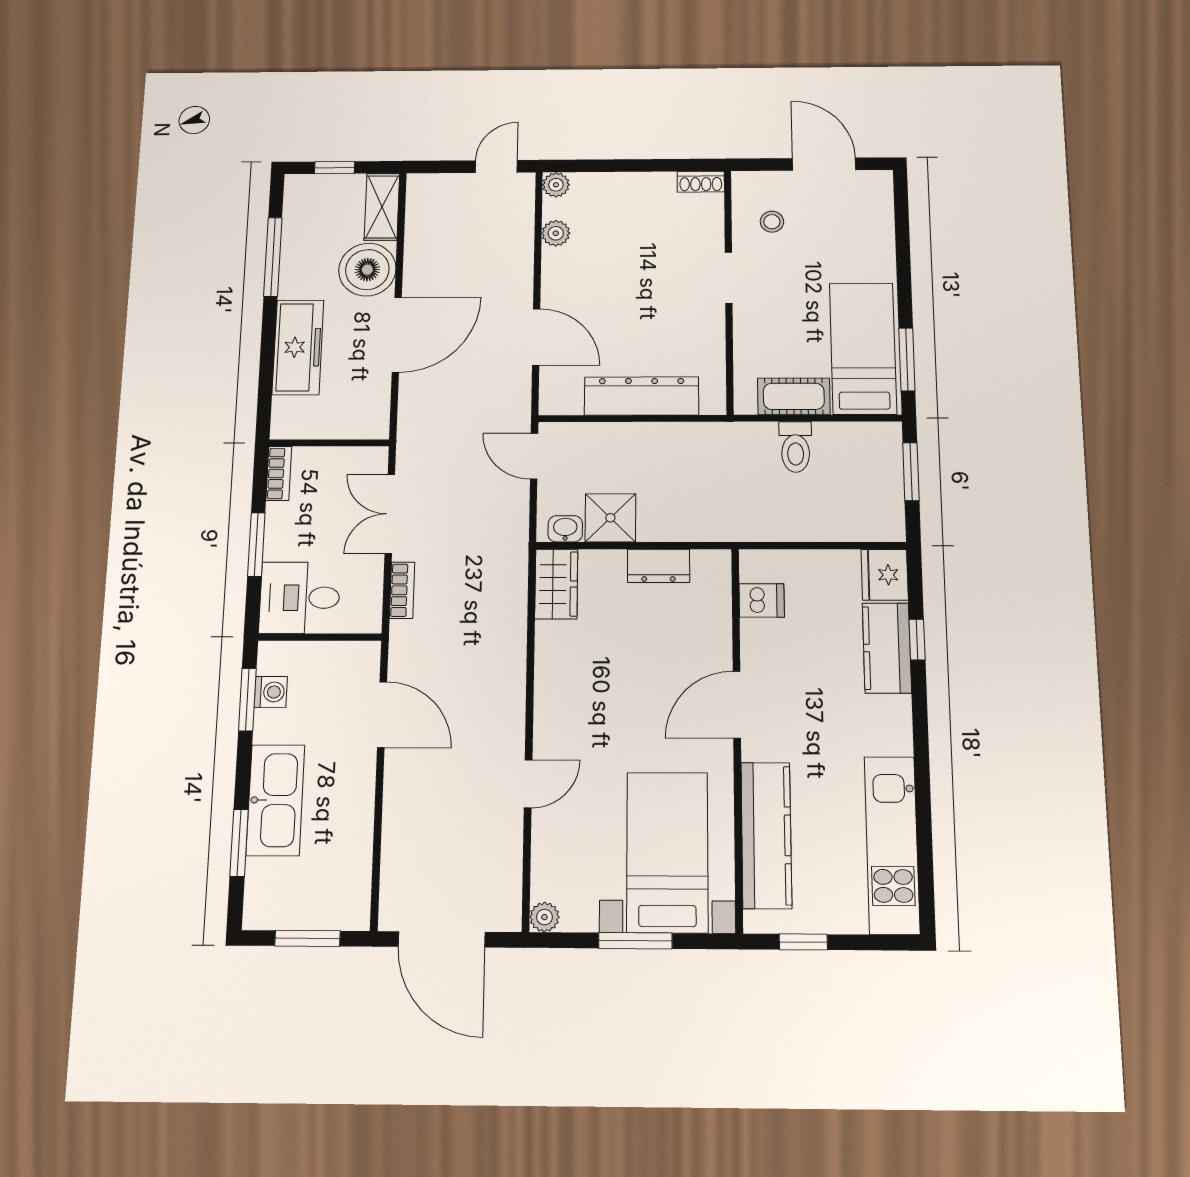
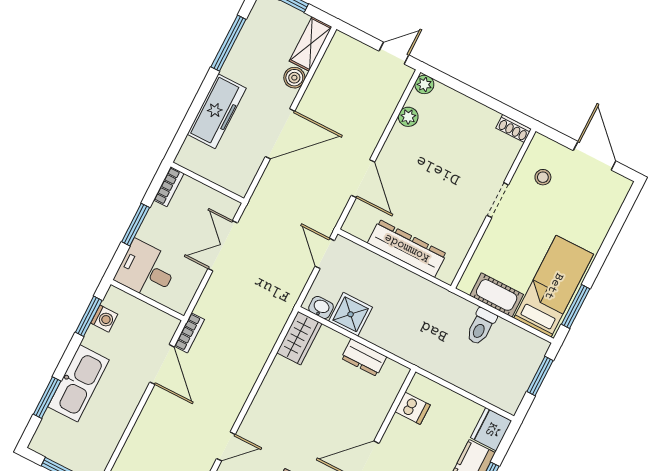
boiler: (367, 270) -> (294, 78), width x0.54, depth x0.54
bookcase: (402, 590) -> (189, 333), moved

